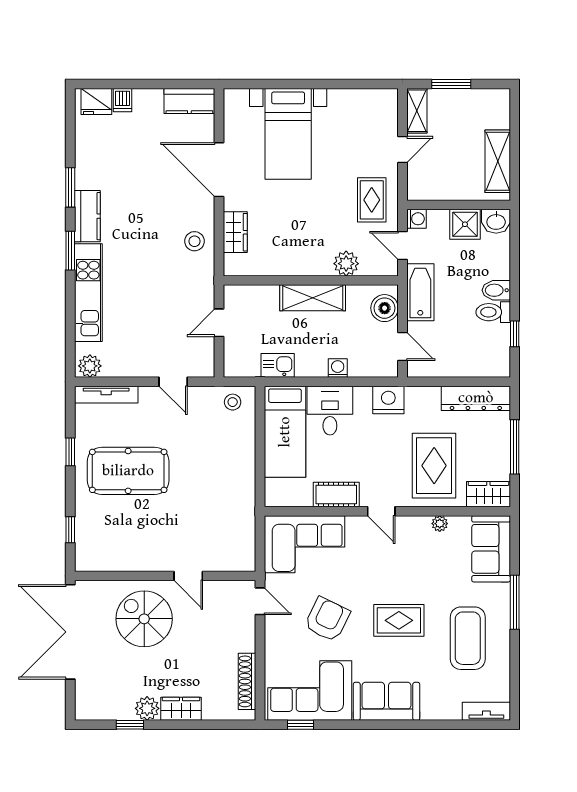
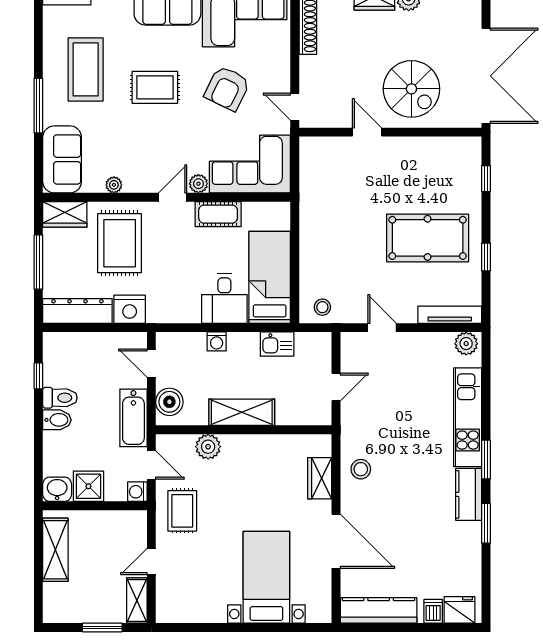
kitchen counter: (189, 101) -> (379, 610), width x1.50
nightstand: (388, 400) -> (130, 309), moved
door: (381, 511) -> (173, 197), hinge flipped
plant: (356, 525) -> (198, 184), added

